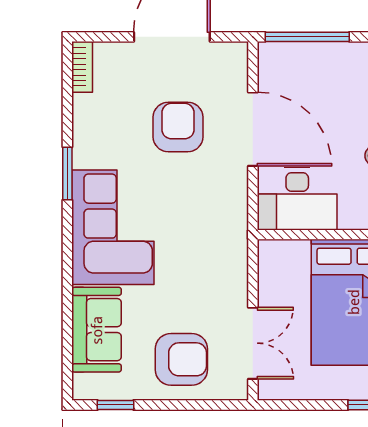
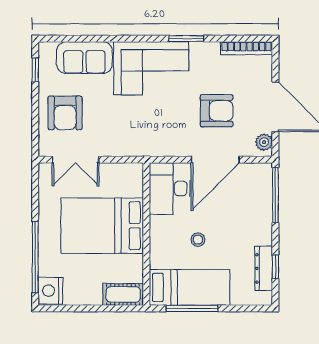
plant: (226, 54) -> (264, 142), added
bookcase: (82, 67) -> (246, 48), width x1.56

